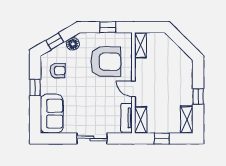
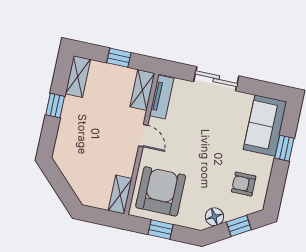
armchair: (106, 62) -> (161, 191), moved, turned 90
window: (35, 88) -> (284, 148), moved

